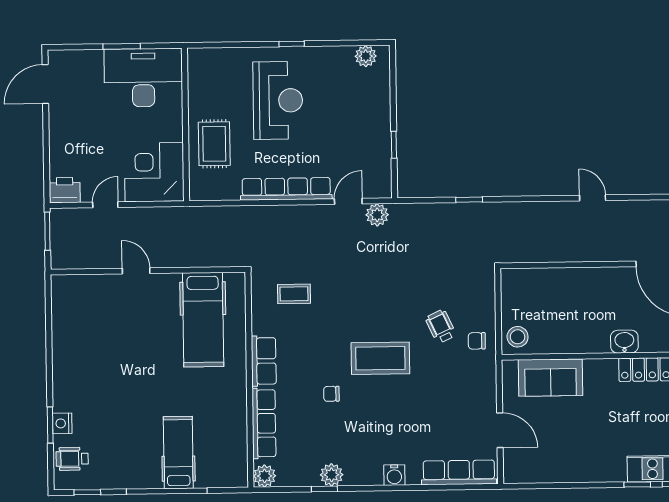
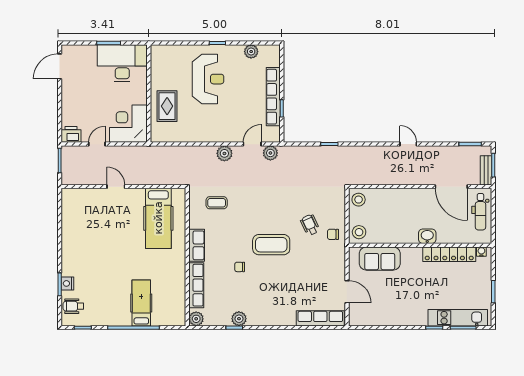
plant: (366, 56) -> (251, 52), moved
row of seats: (286, 189) -> (273, 97), moved, turned -90
plant: (305, 217) -> (224, 153), added
stool: (516, 286) -> (359, 200), added
water cooler: (394, 475) -> (279, 319), removed

